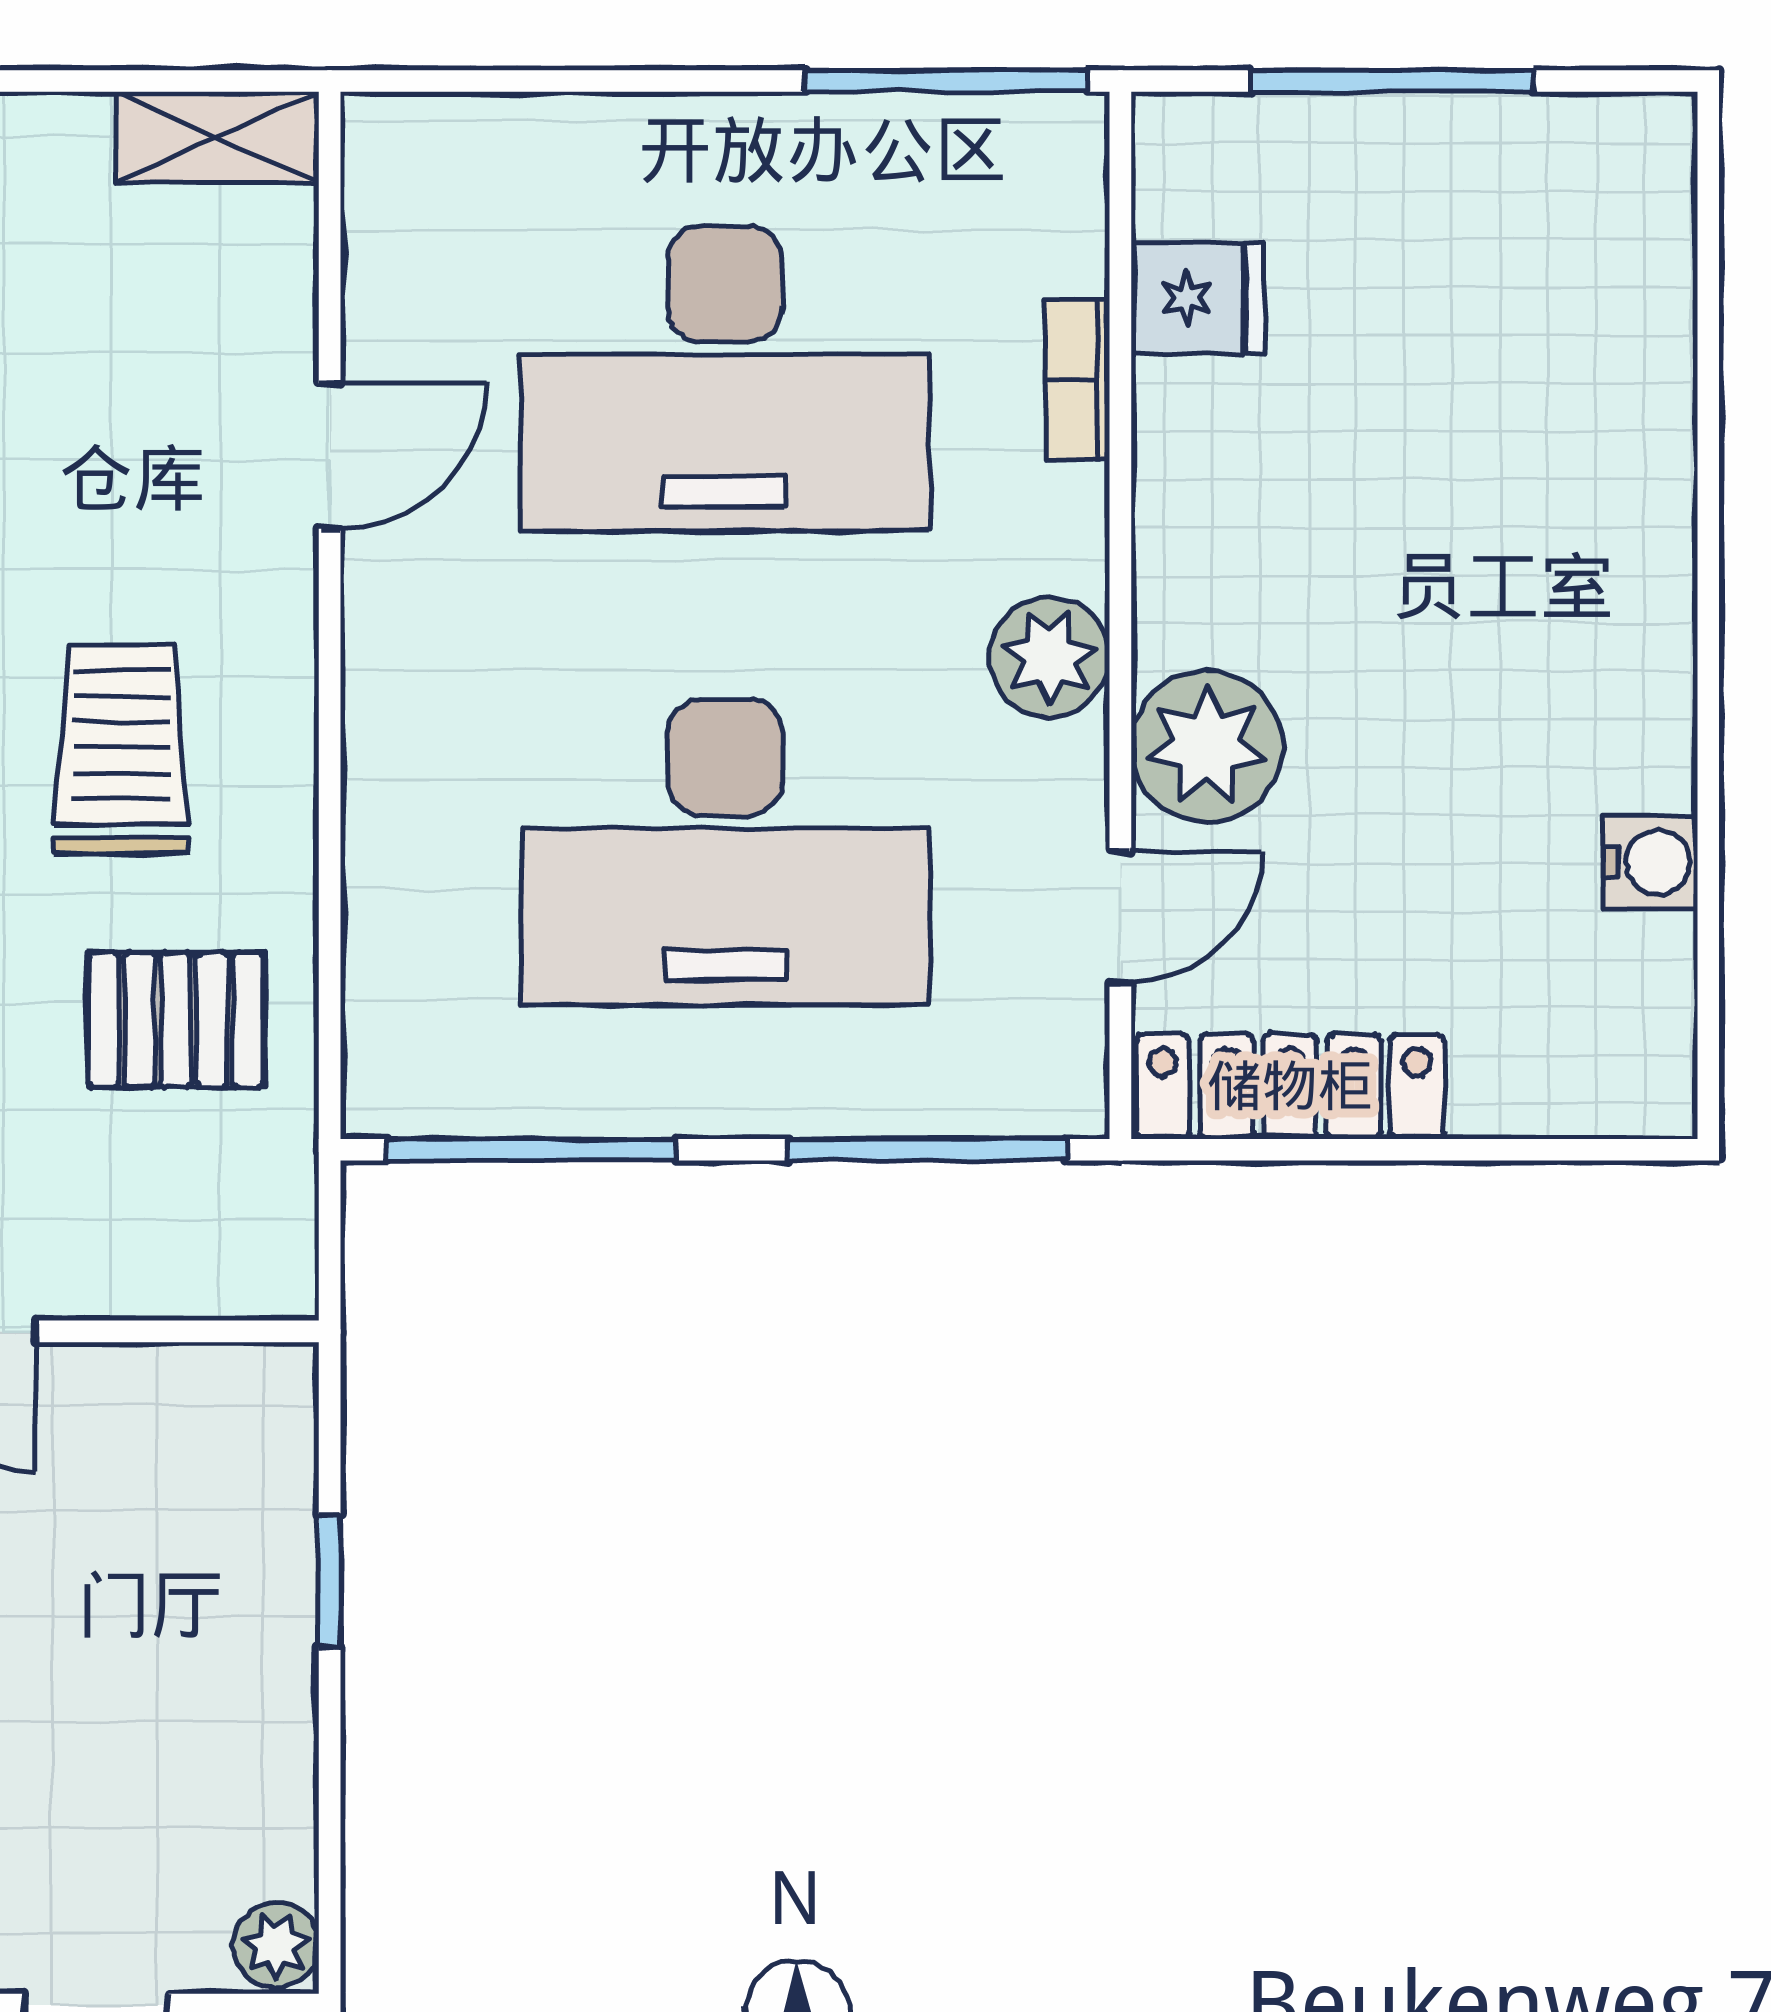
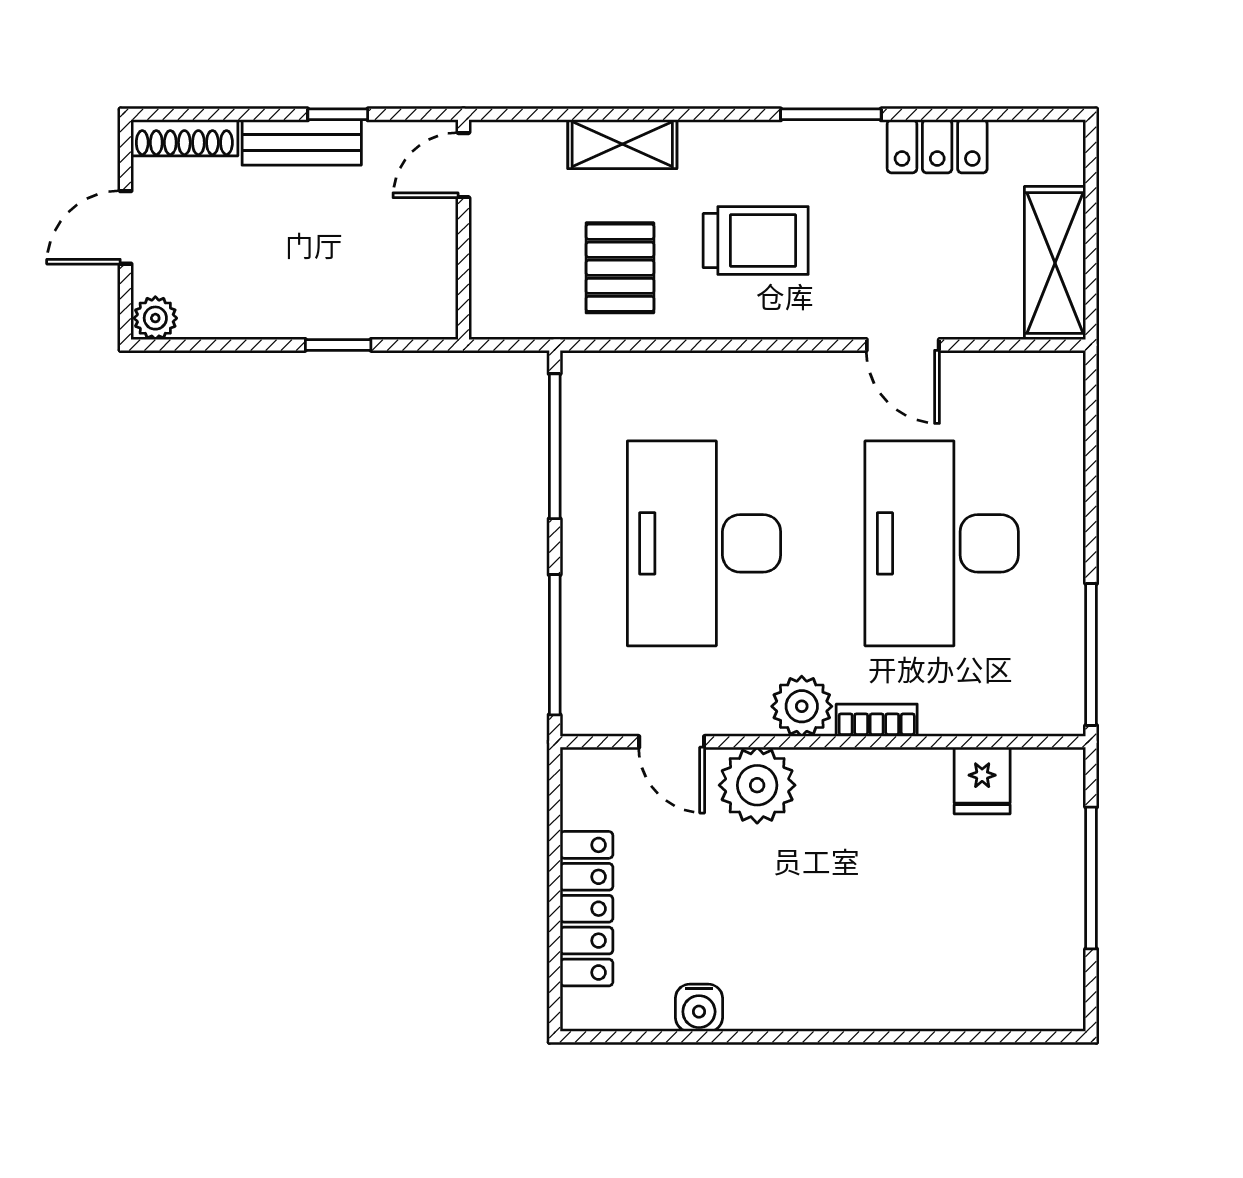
shelving: (217, 137) -> (1055, 263), width x1.50, depth x1.33
bookcase: (1078, 380) -> (877, 720), moved
locker: (1290, 1086) -> (586, 909), moved

